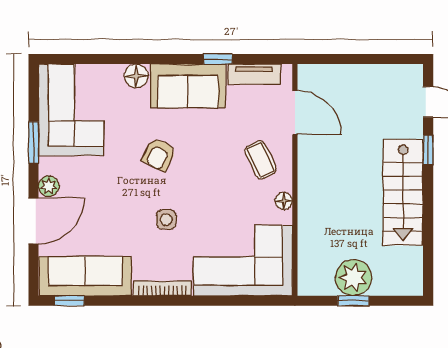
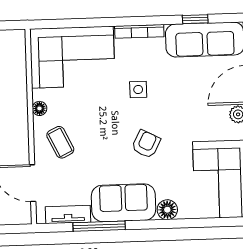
window: (218, 59) -> (99, 226), width x2.17
window: (69, 301) -> (195, 19), moved

